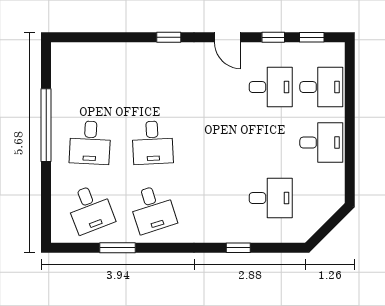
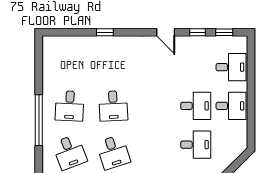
window: (169, 37) -> (105, 32), moved
desk: (271, 87) -> (196, 106), moved
window: (46, 125) -> (39, 120), moved

